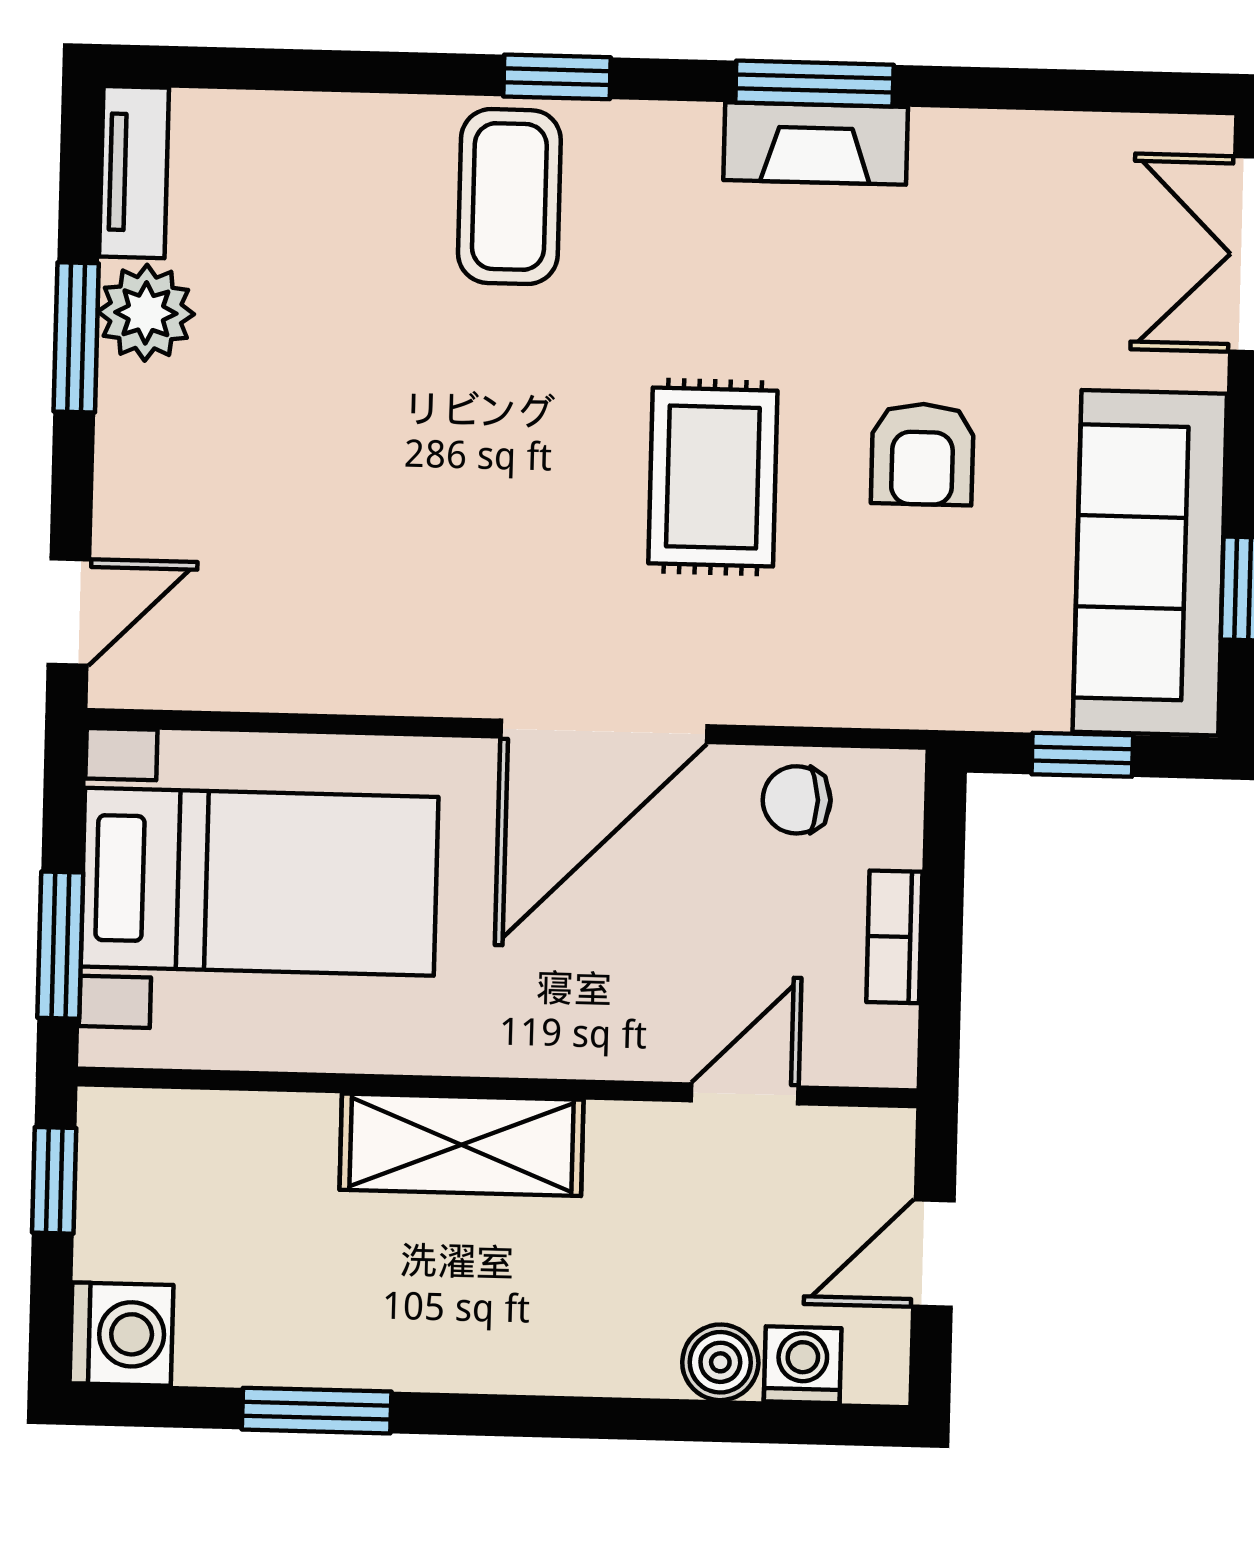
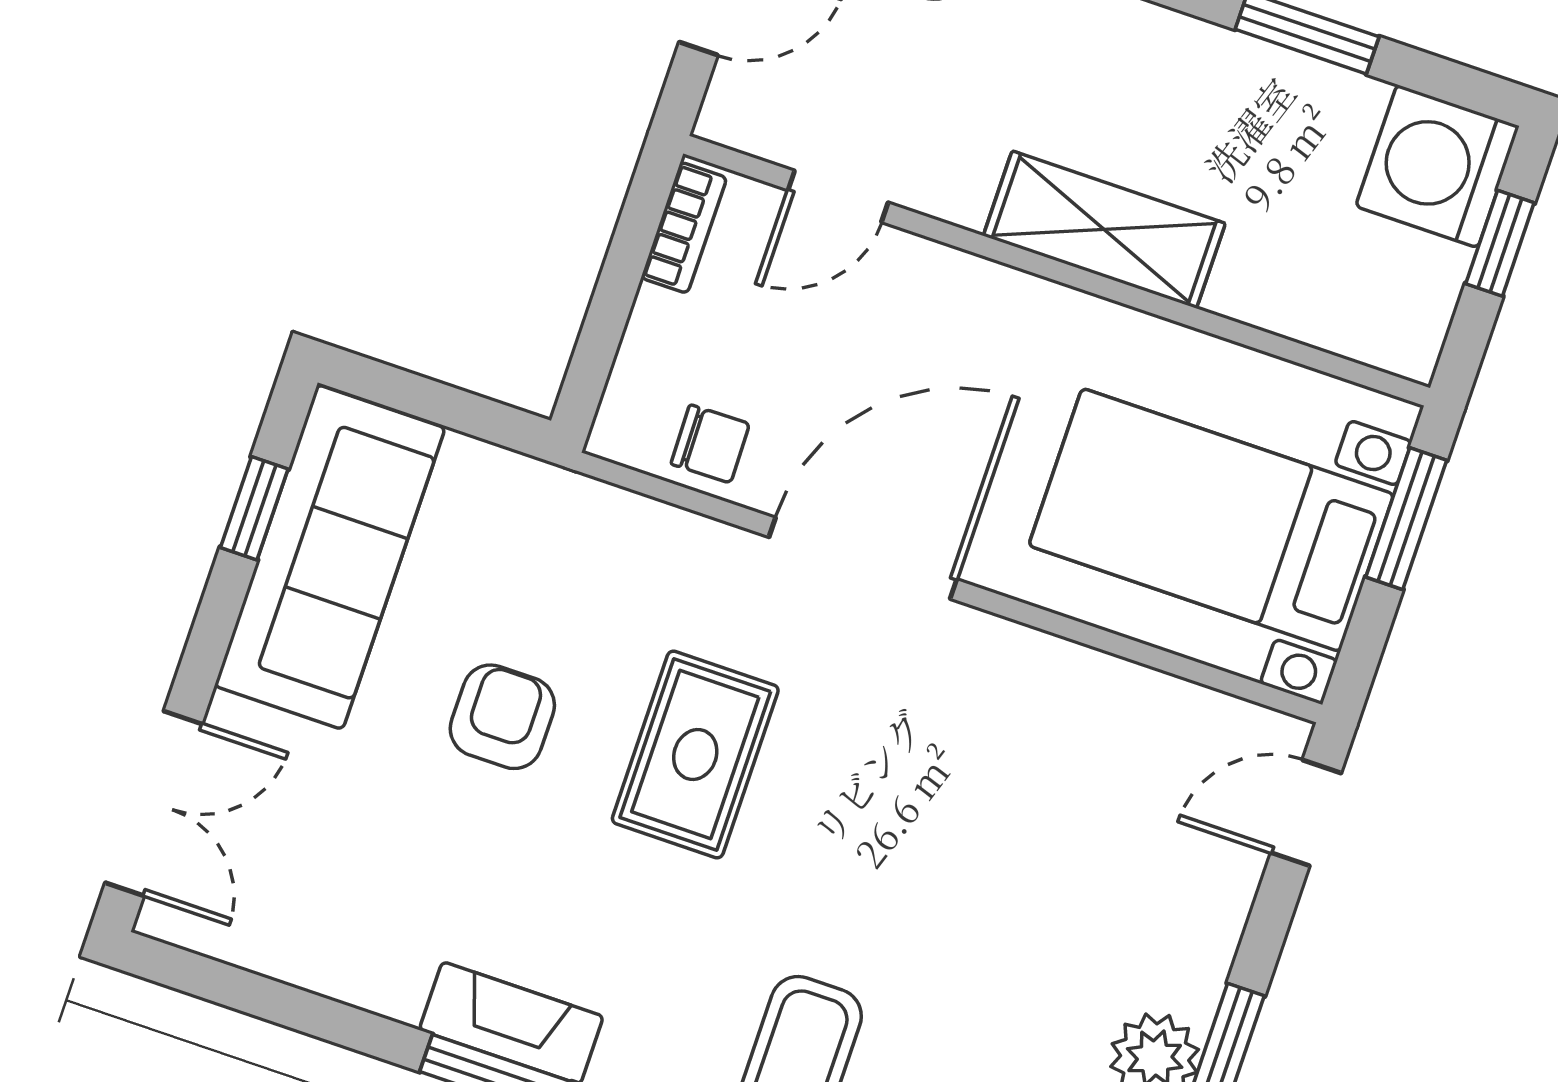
window: (1082, 755) -> (443, 405), removed
bookcase: (894, 937) -> (684, 228), moved
window: (54, 1180) -> (1500, 243), moved
washing machine: (121, 1334) -> (1437, 166), width x1.37, depth x1.37

